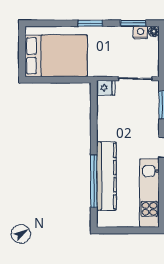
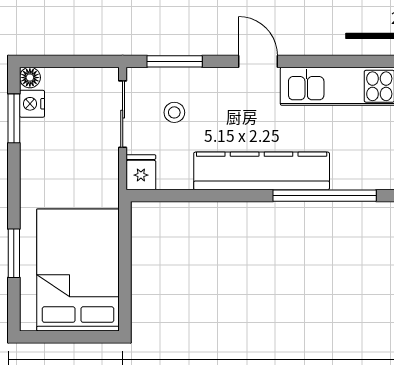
window: (90, 23) -> (14, 253), moved
stool: (136, 105) -> (174, 112), added
kitchen counter: (106, 176) -> (262, 171), moved

